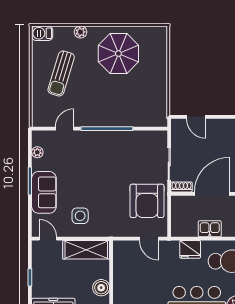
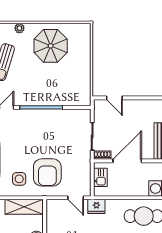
armchair: (147, 201) -> (47, 172), moved
kitchen sink: (210, 229) -> (100, 177), moved, turned 90
fridge: (190, 249) -> (96, 206), moved

